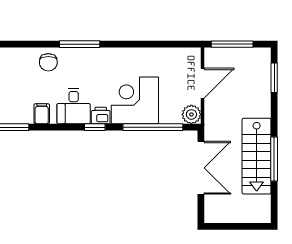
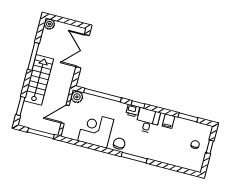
chair: (48, 62) -> (119, 144), moved
corner desk: (135, 100) -> (96, 130), moved, turned 180
stairs: (257, 156) -> (39, 80), moved
double door: (201, 168) -> (83, 51), moved
plant: (262, 215) -> (49, 24), added

